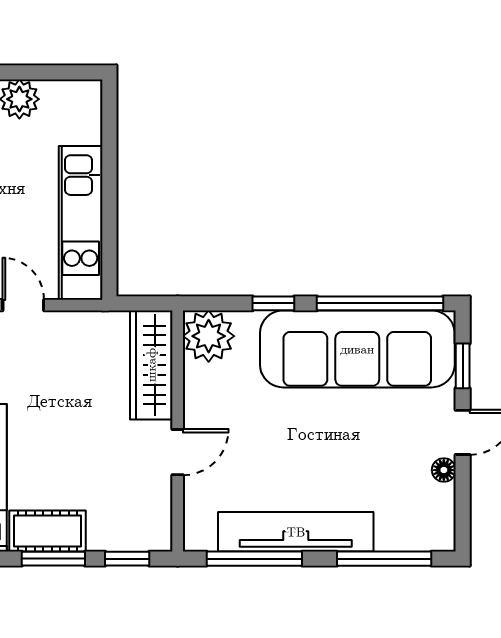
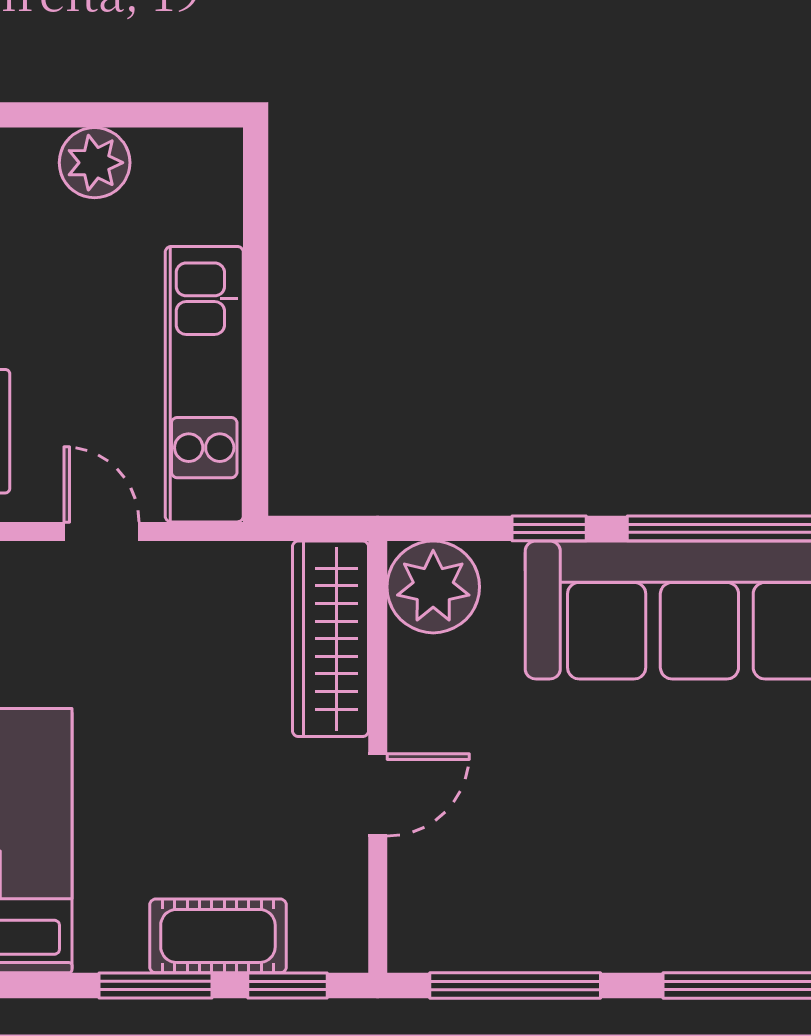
cot: (48, 531) -> (218, 936), moved
tv unit: (296, 532) -> (589, 937), removed

